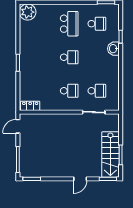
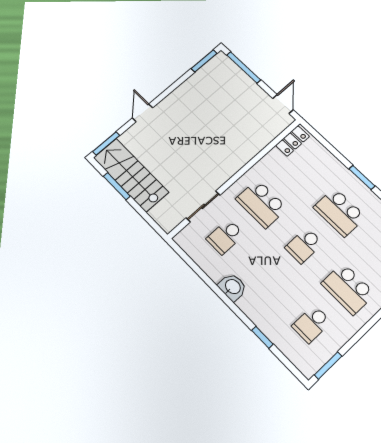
washbasin: (113, 49) -> (232, 287), moved
school desk: (42, 57) -> (339, 212), added
school desk: (69, 91) -> (261, 204), width x1.85

